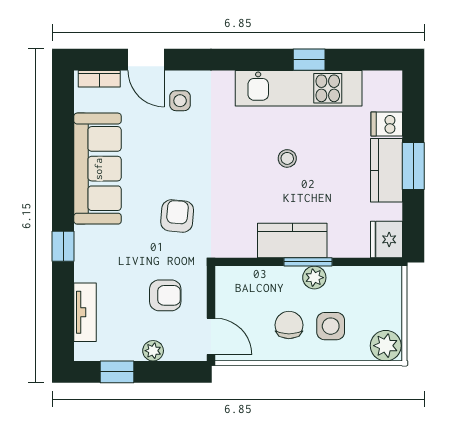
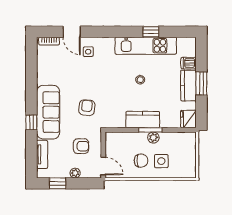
sofa: (98, 169) -> (48, 112), moved
chair: (289, 325) -> (141, 161), turned 90
plant: (386, 346) -> (188, 171), removed

